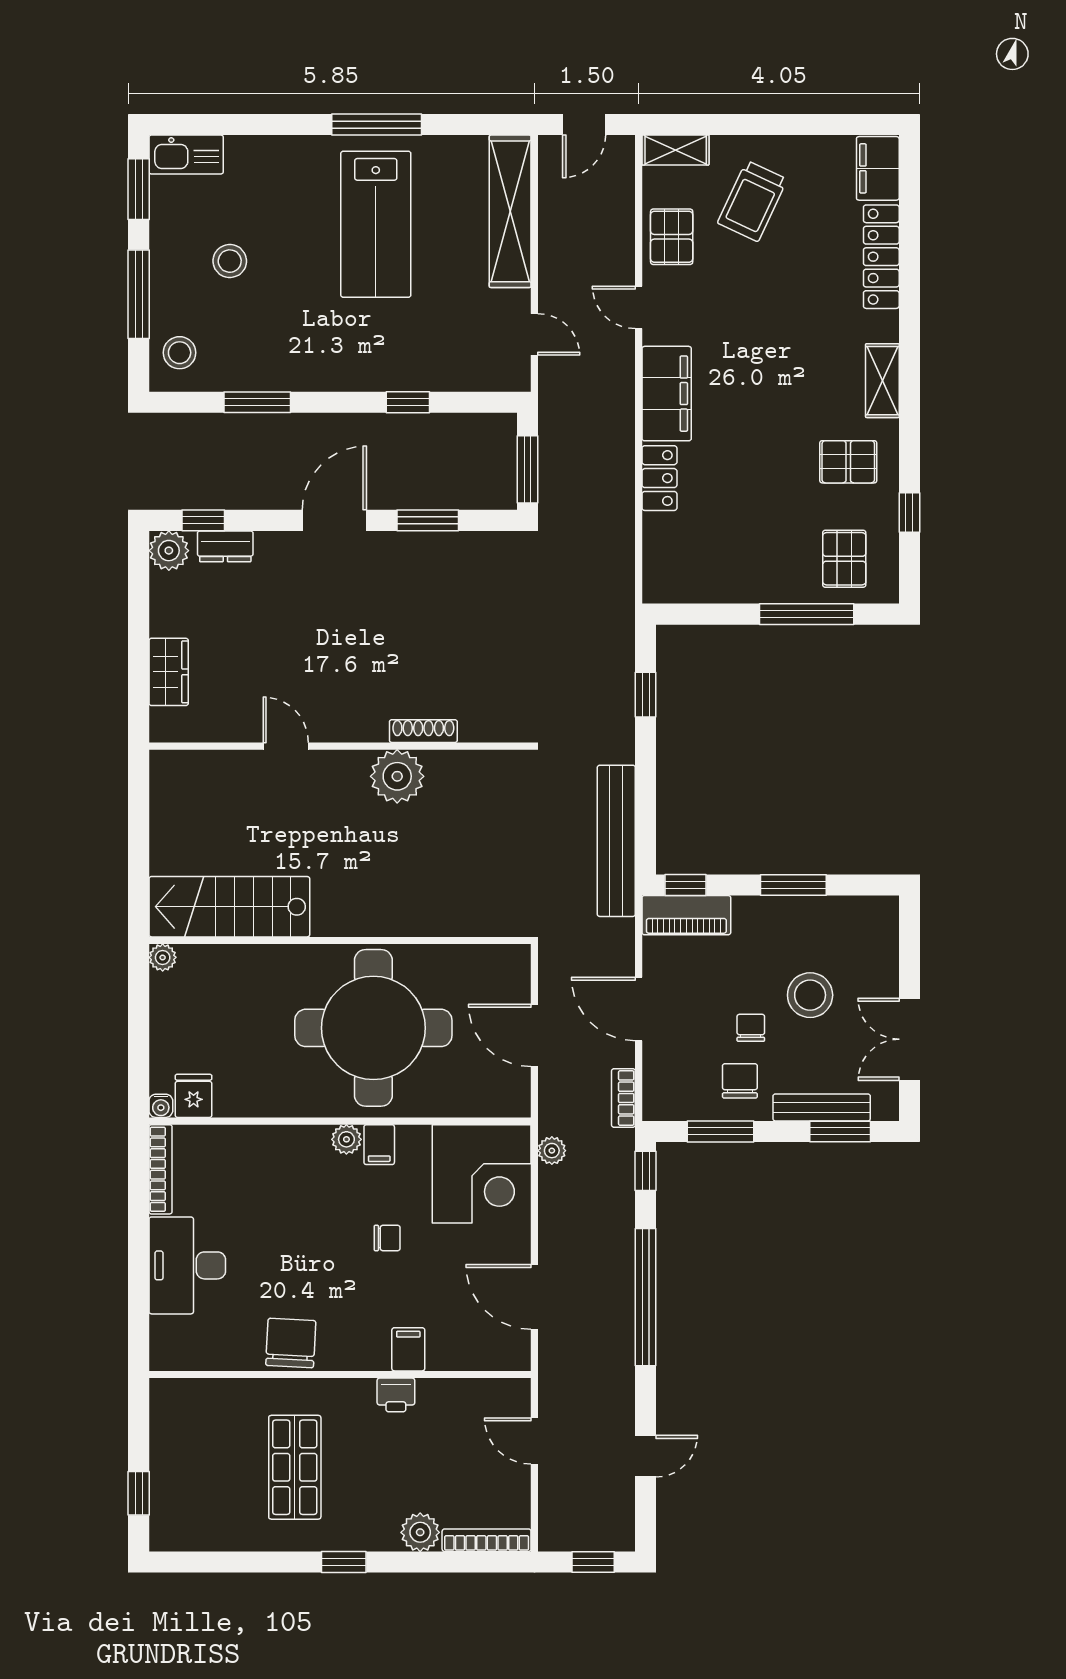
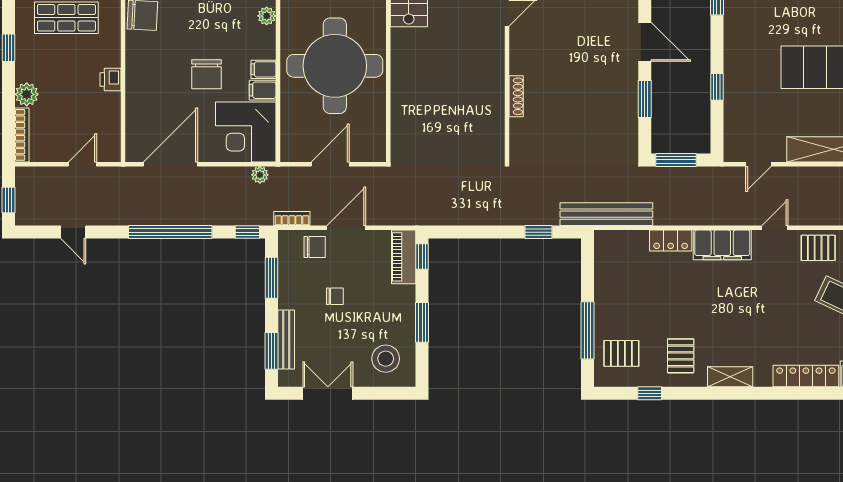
plant: (397, 776) -> (488, 80), removed
bench: (616, 841) -> (606, 214), moved
stool: (810, 995) -> (386, 359), moved
chair: (740, 1081) -> (315, 247), moved
plant: (346, 1139) -> (267, 16), moved
chair: (387, 1238) -> (206, 74), width x1.87, depth x1.87
door: (534, 1297) -> (170, 164), width x1.36
filing cabinet: (408, 1349) -> (263, 90), moved, turned 180

